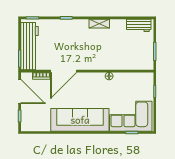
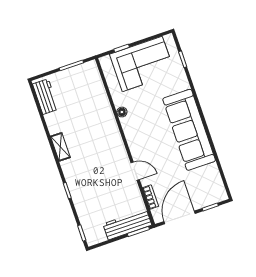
workbench: (29, 46) -> (127, 224), width x0.73, depth x0.76
door: (64, 71) -> (135, 171), width x0.53
corner sofa: (131, 116) -> (142, 64), moved, turned -90

